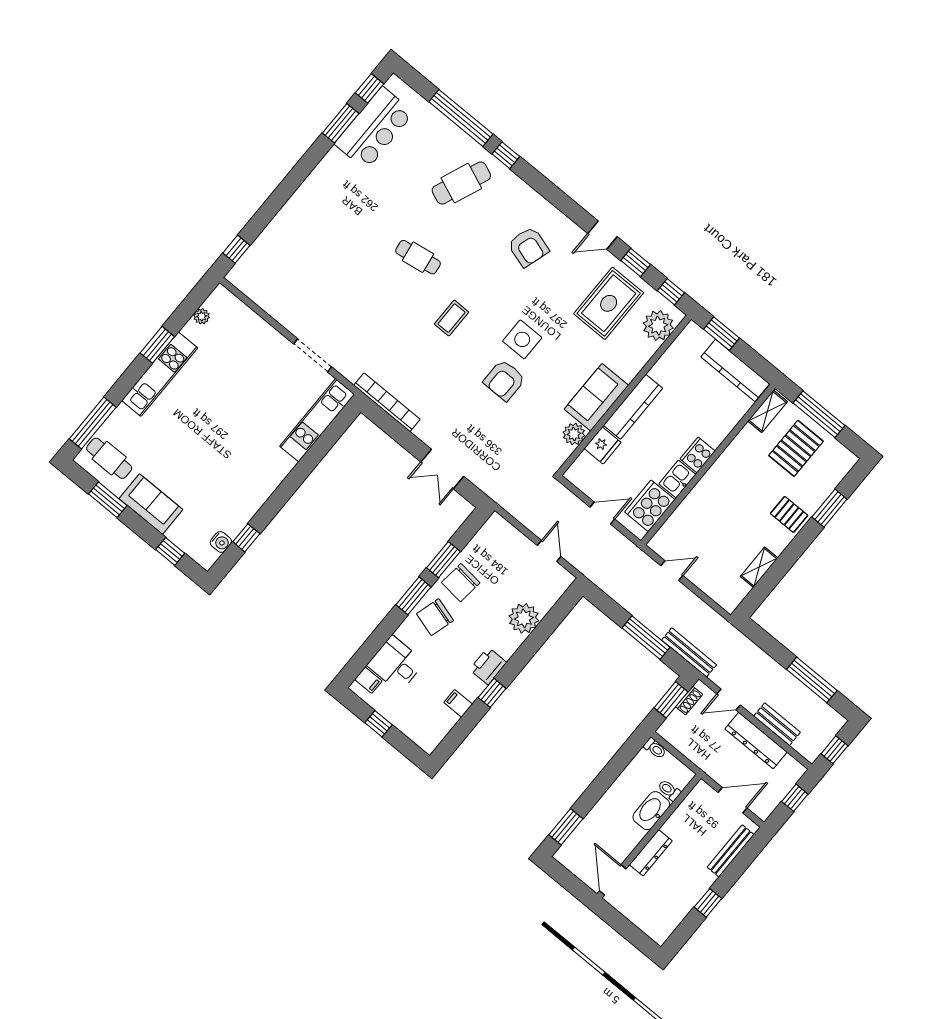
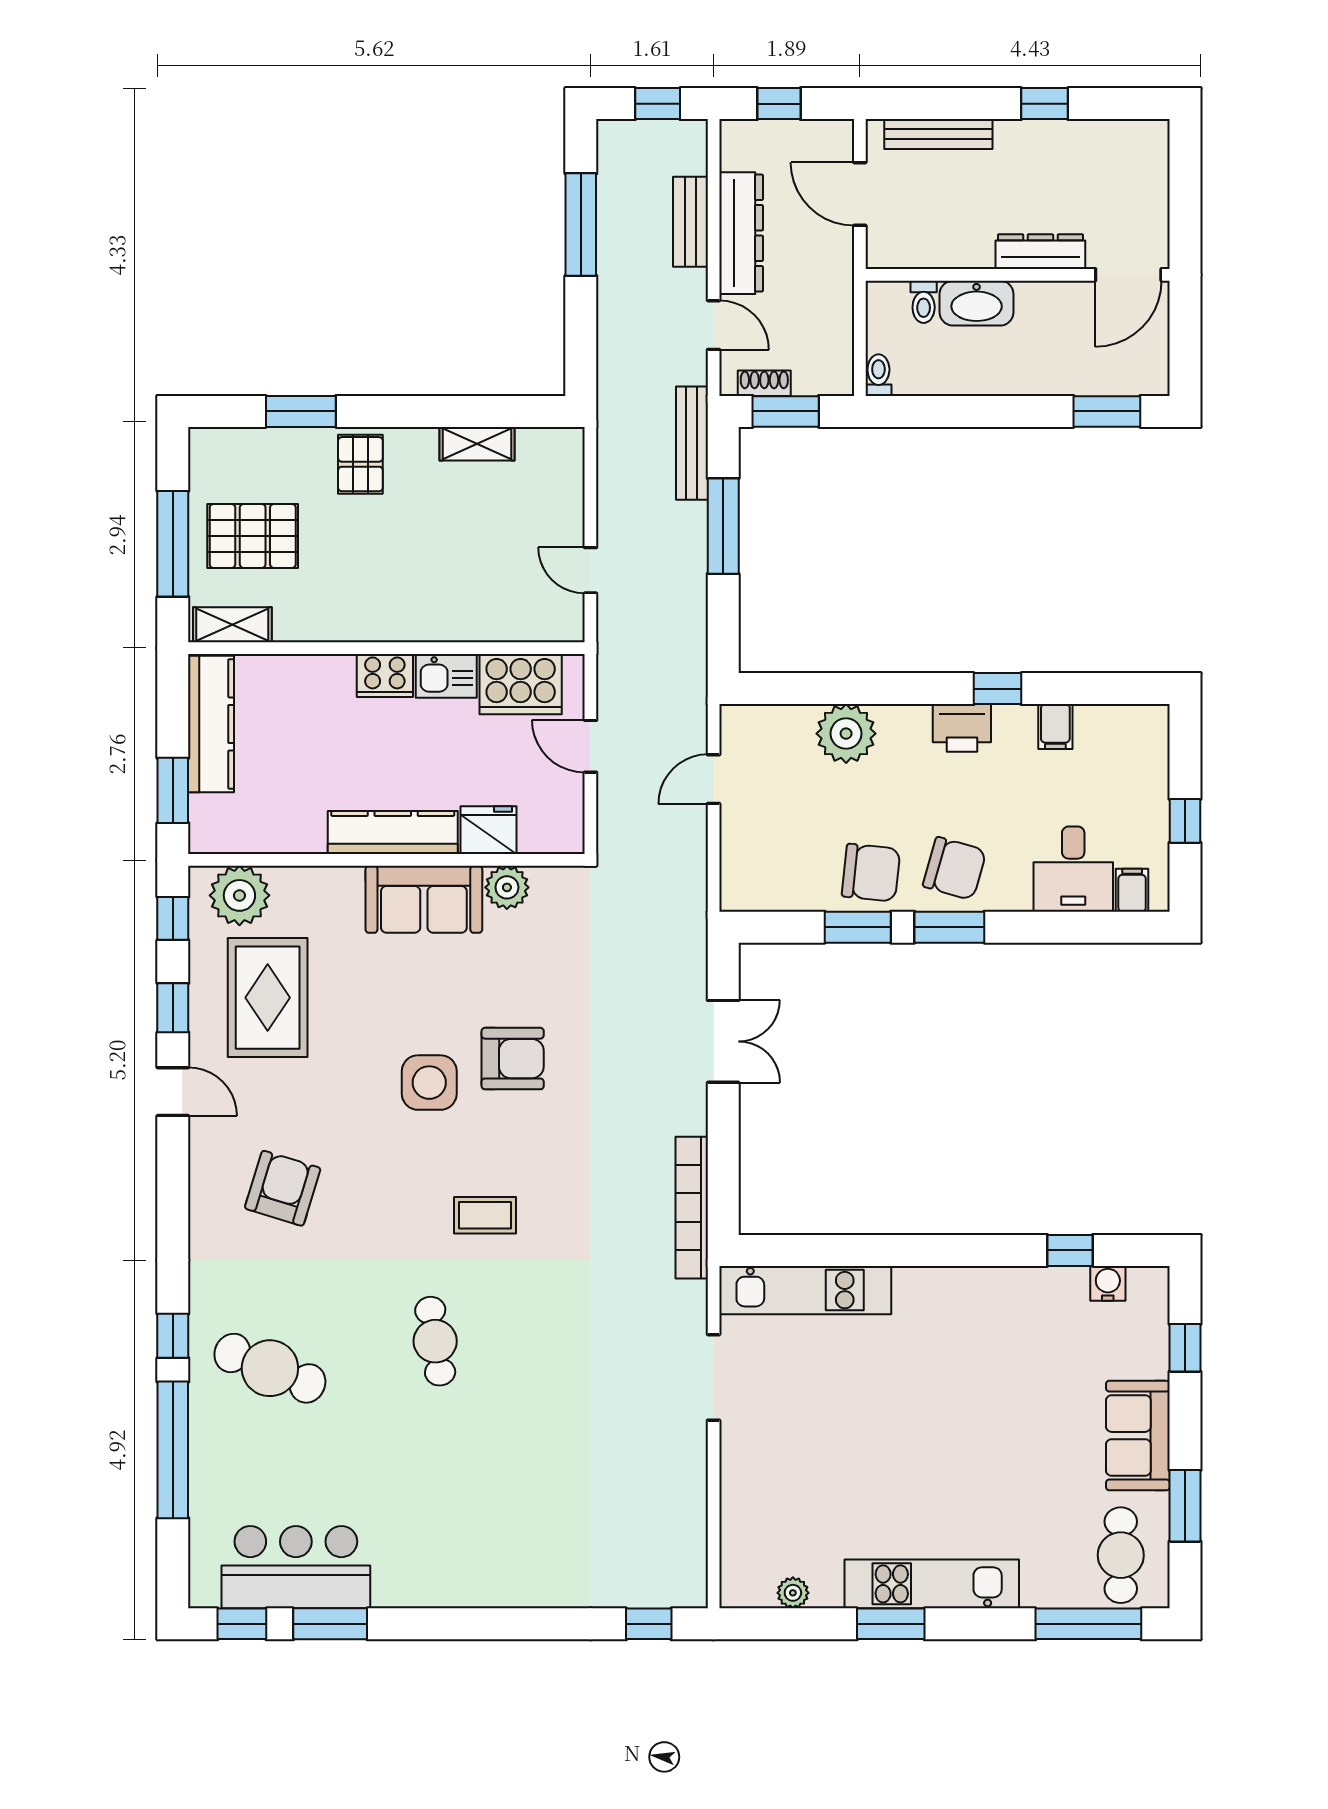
rug: (609, 303) -> (268, 998), turned 90

